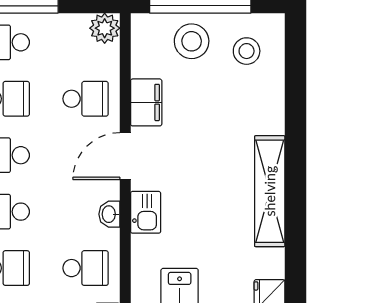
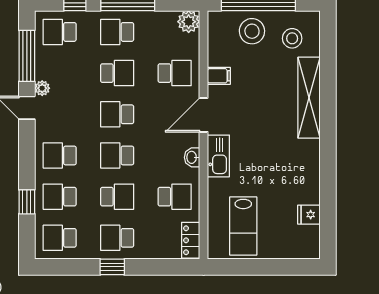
filing cabinet: (146, 102) -> (219, 76), width x0.50
shelving: (270, 191) -> (309, 98), moved
kitchen sink: (146, 212) -> (218, 156), width x1.38

